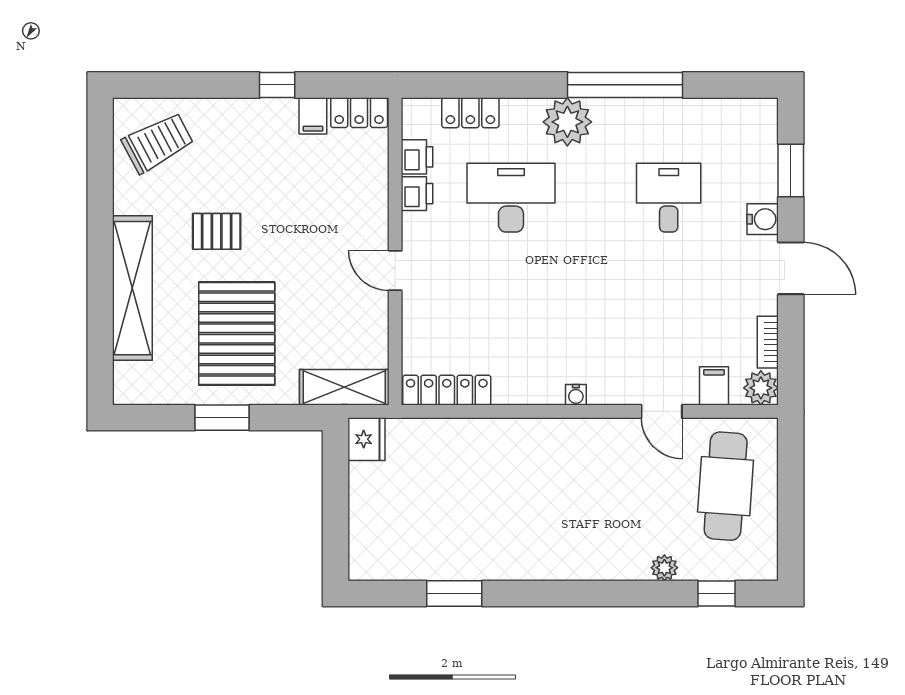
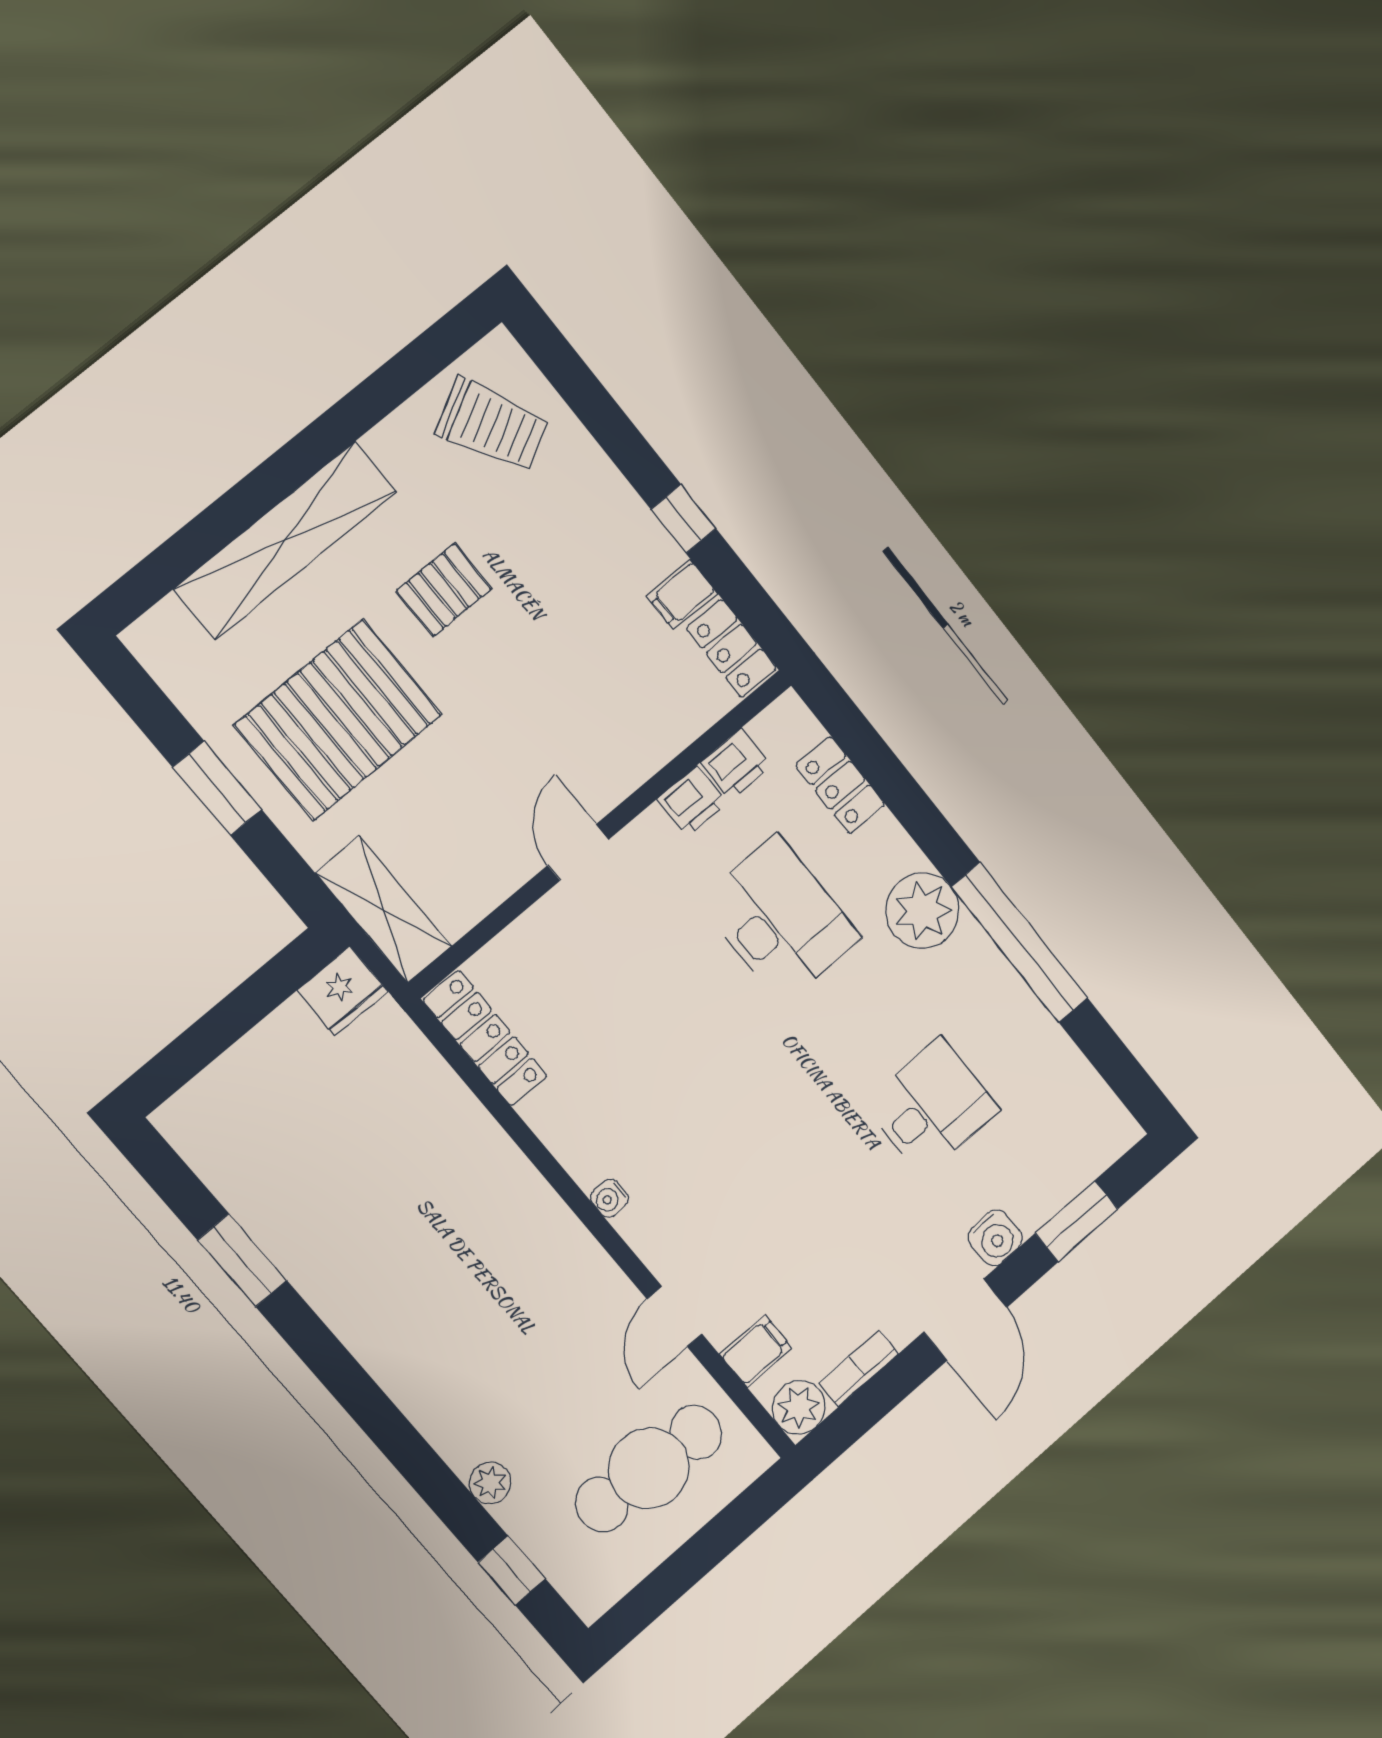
pallet: (217, 231) -> (444, 590), turned 90

